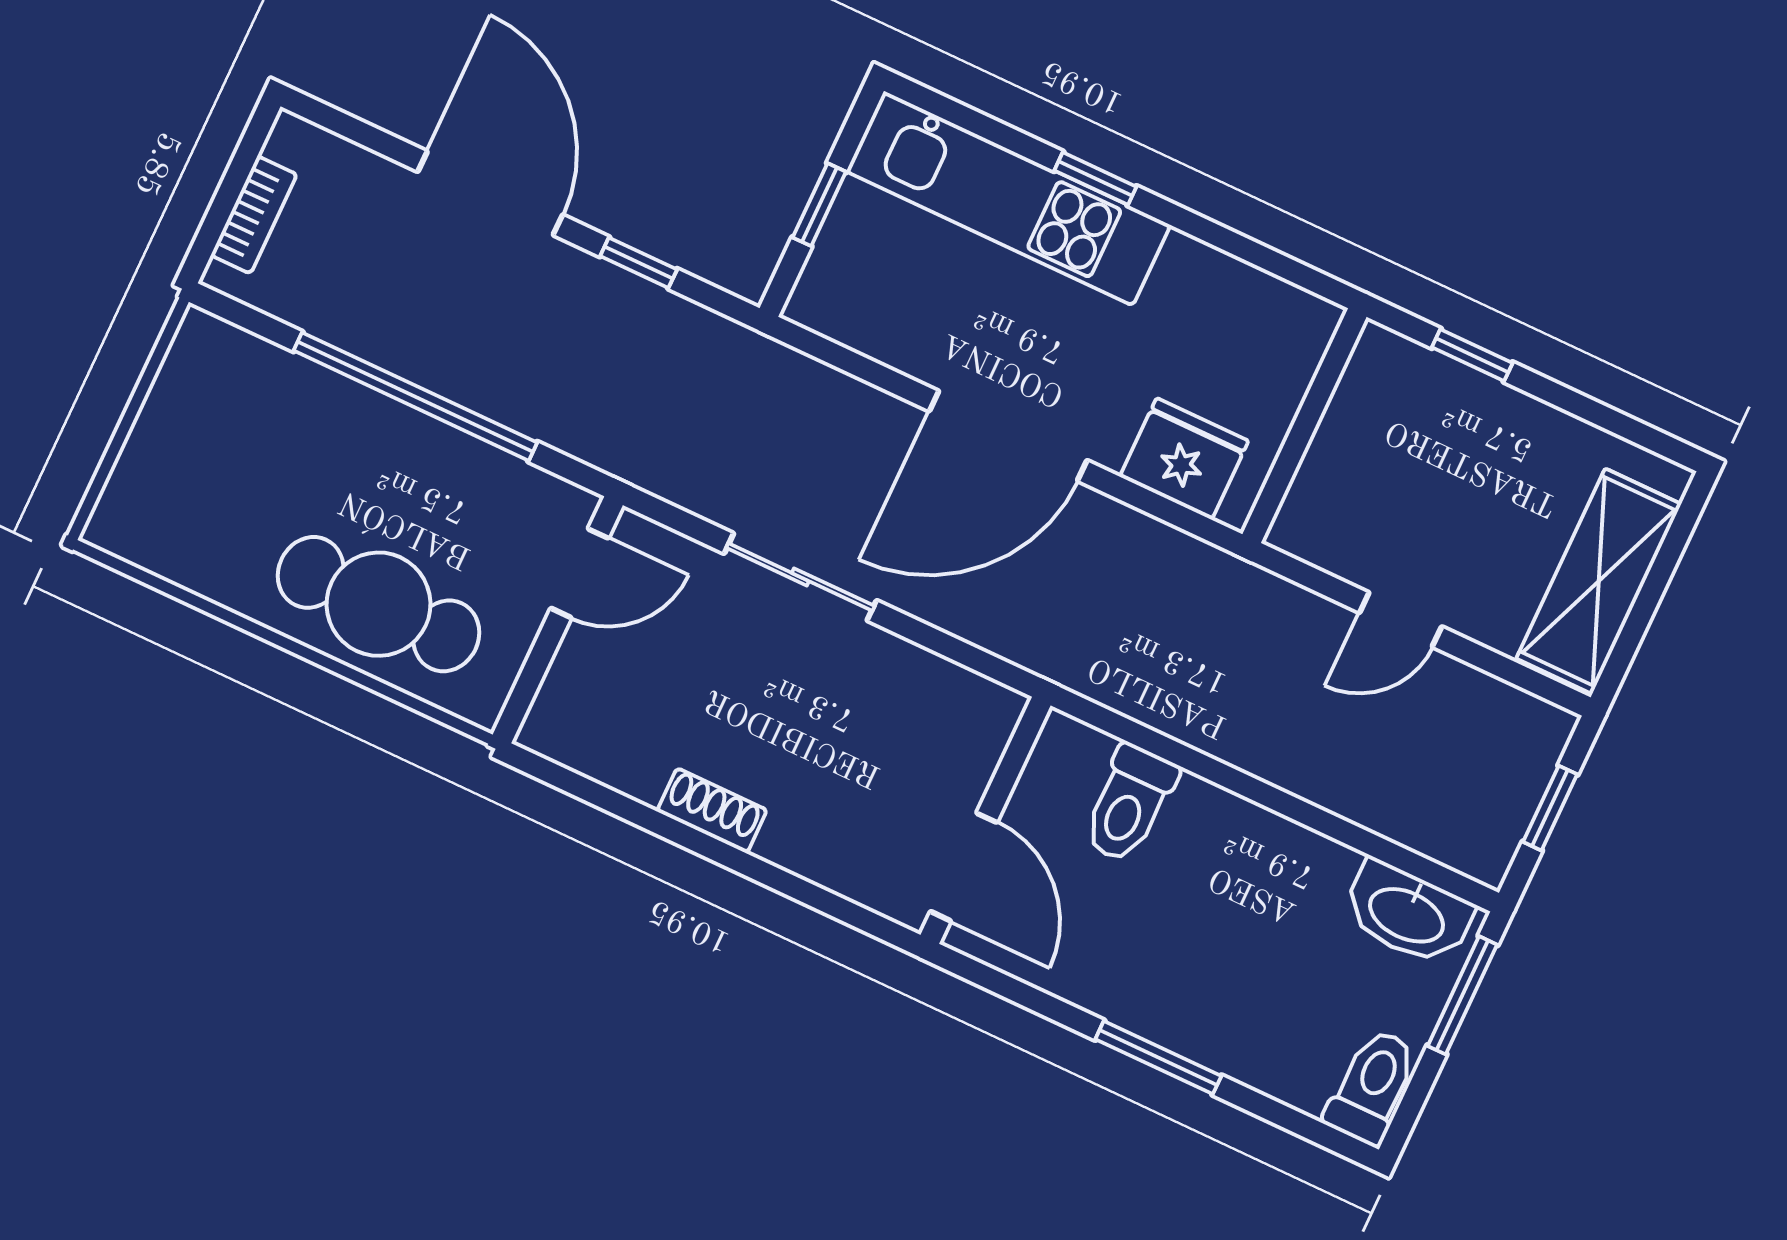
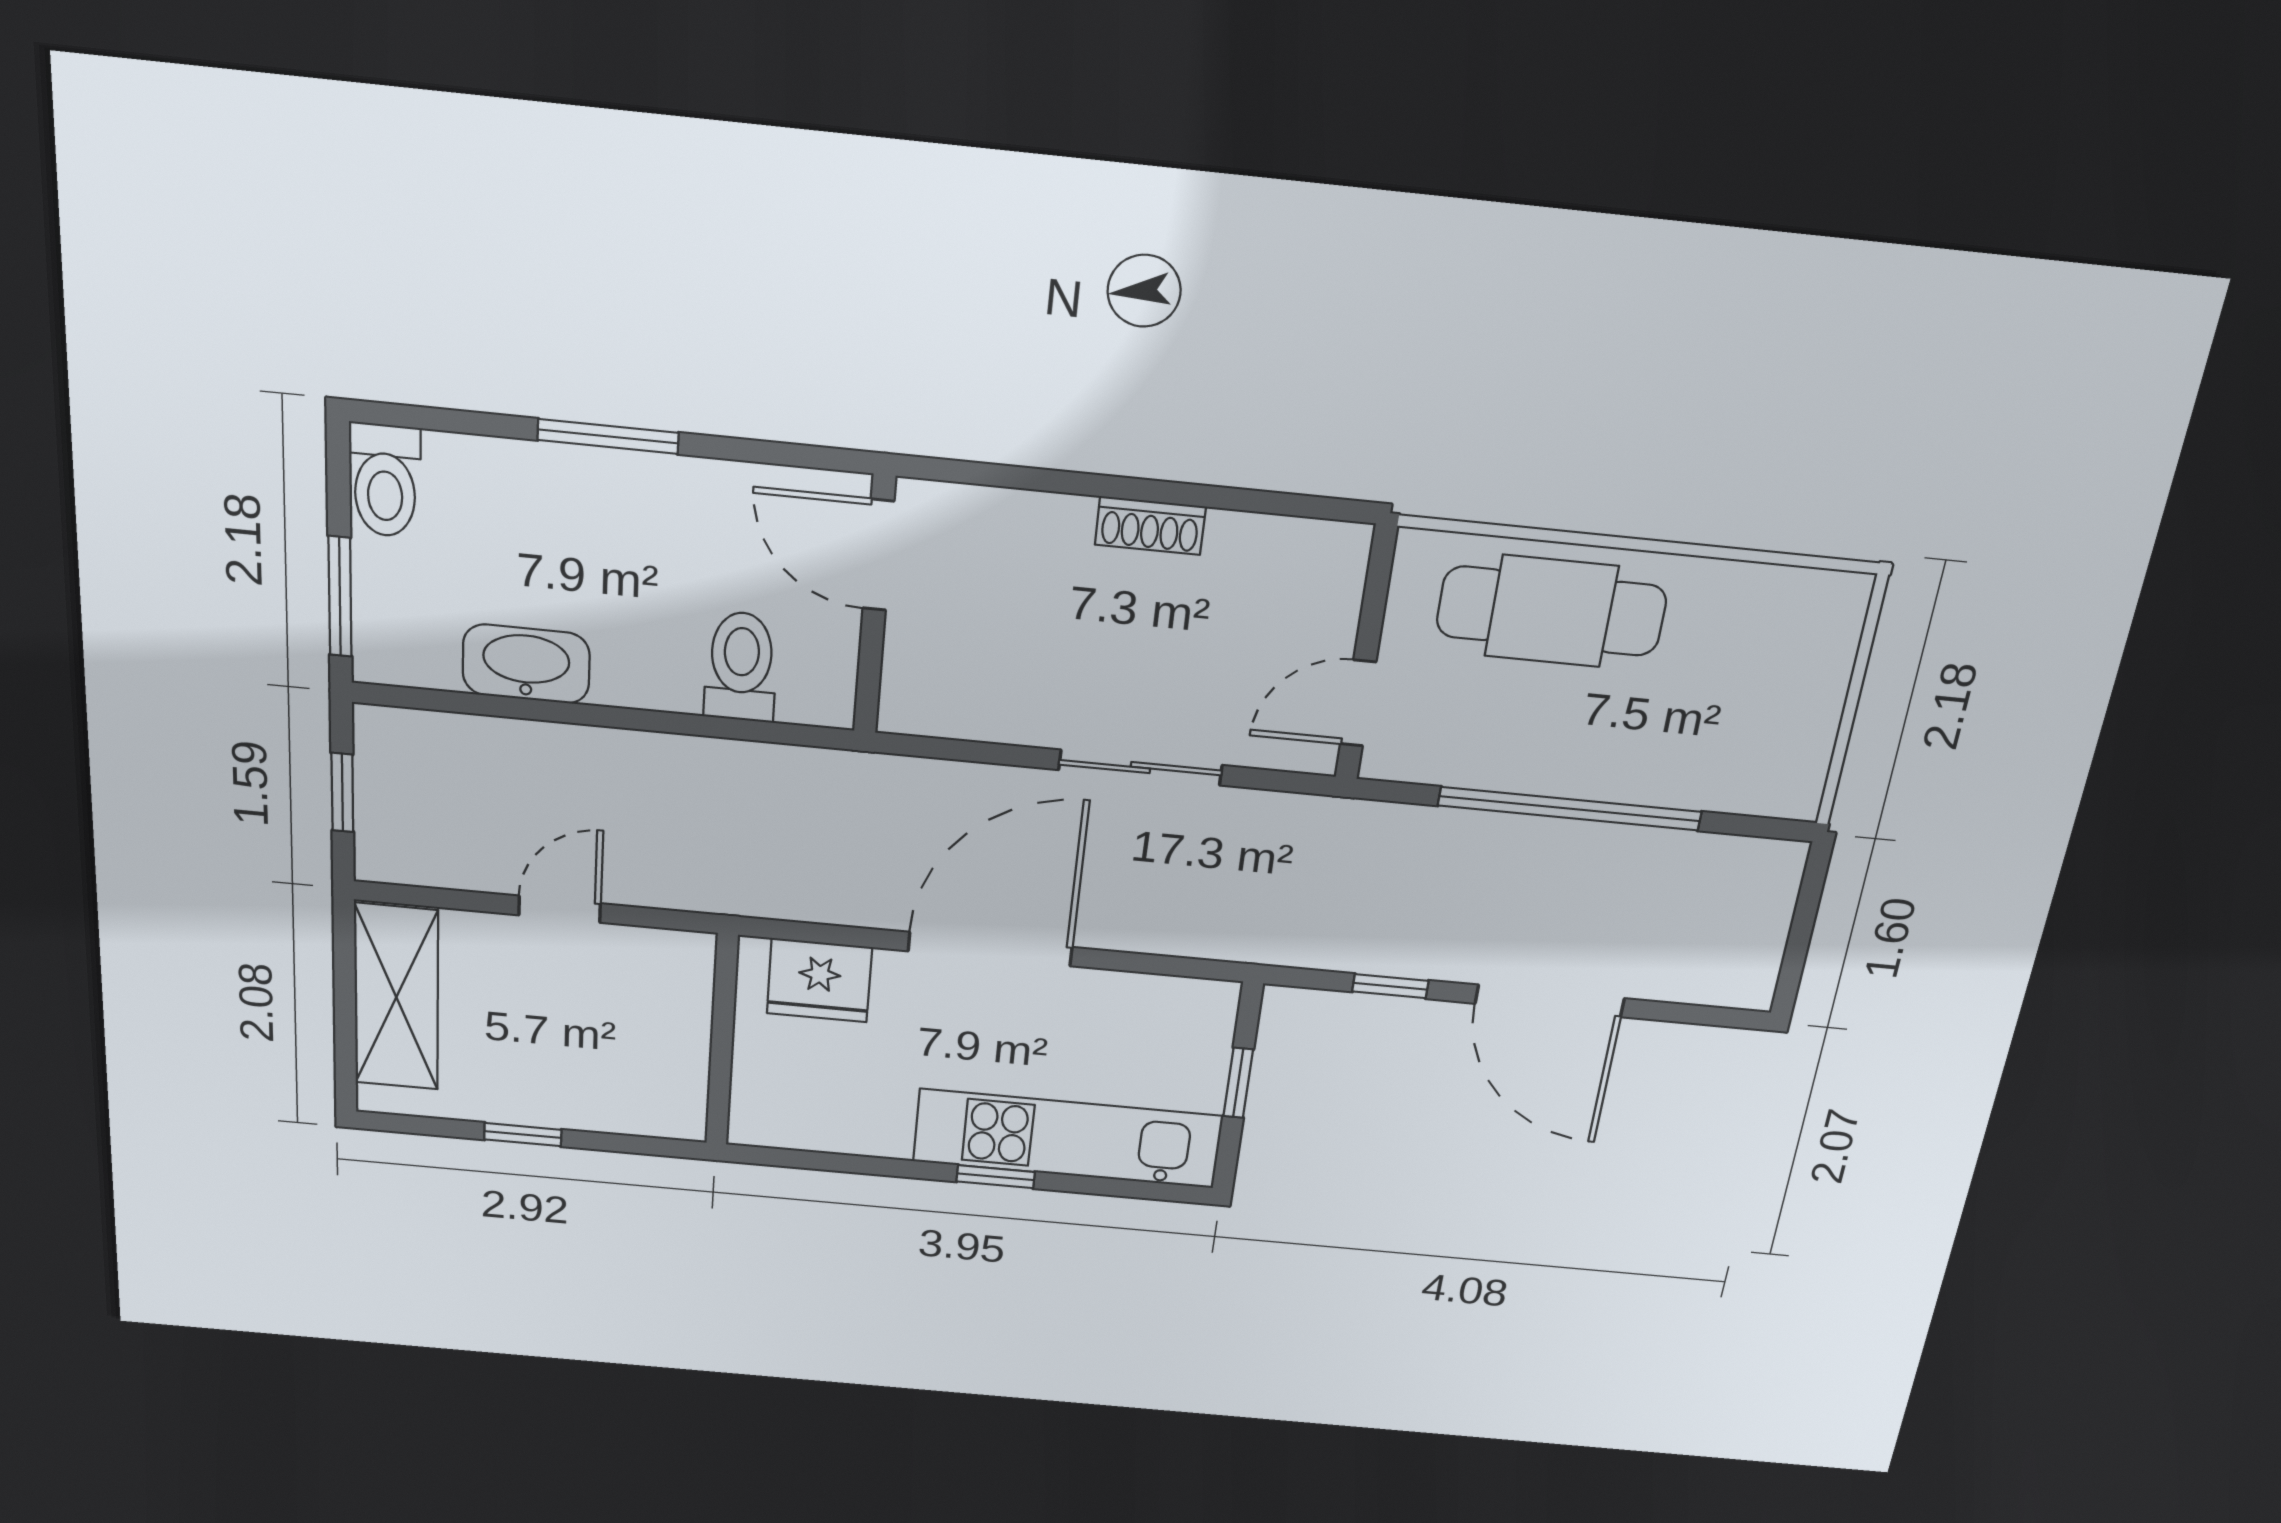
bookcase: (254, 215) -> (1772, 916), removed
window: (1472, 355) -> (523, 1135), moved
washbasin: (1407, 913) -> (526, 664), moved

